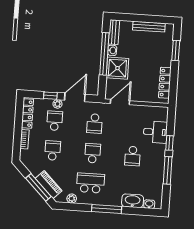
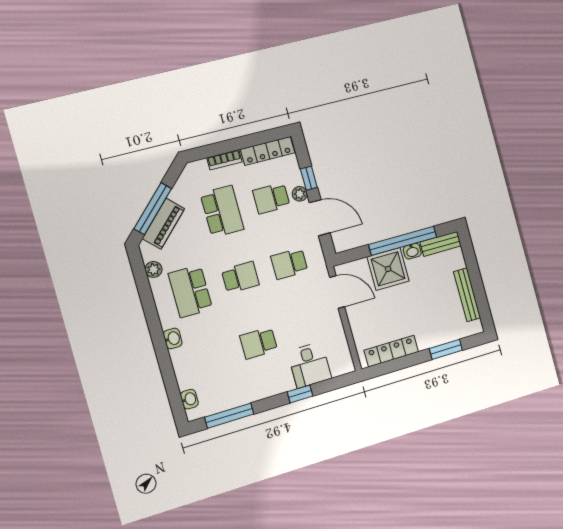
school desk: (55, 121) -> (271, 198), turned 180
school desk: (53, 151) -> (222, 211), width x1.85
window: (168, 170) -> (229, 416), moved
school desk: (91, 183) -> (190, 291), turned 180
washbasin: (133, 201) -> (173, 338), moved, width x0.52, depth x0.69
window: (107, 209) -> (156, 333), removed

